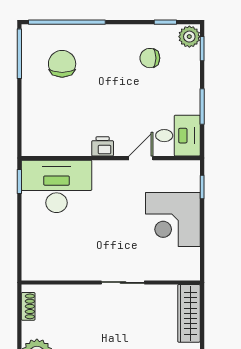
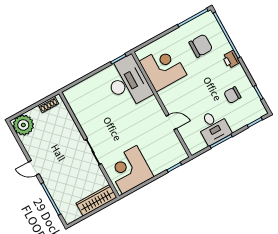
plant: (189, 37) -> (258, 111), removed
chair: (150, 58) -> (232, 95), turned -90
corner desk: (64, 130) -> (163, 68), added
desk: (178, 136) -> (214, 127), moved
printer: (103, 146) -> (231, 59), moved, turned 180
corner desk: (173, 219) -> (129, 170), moved

